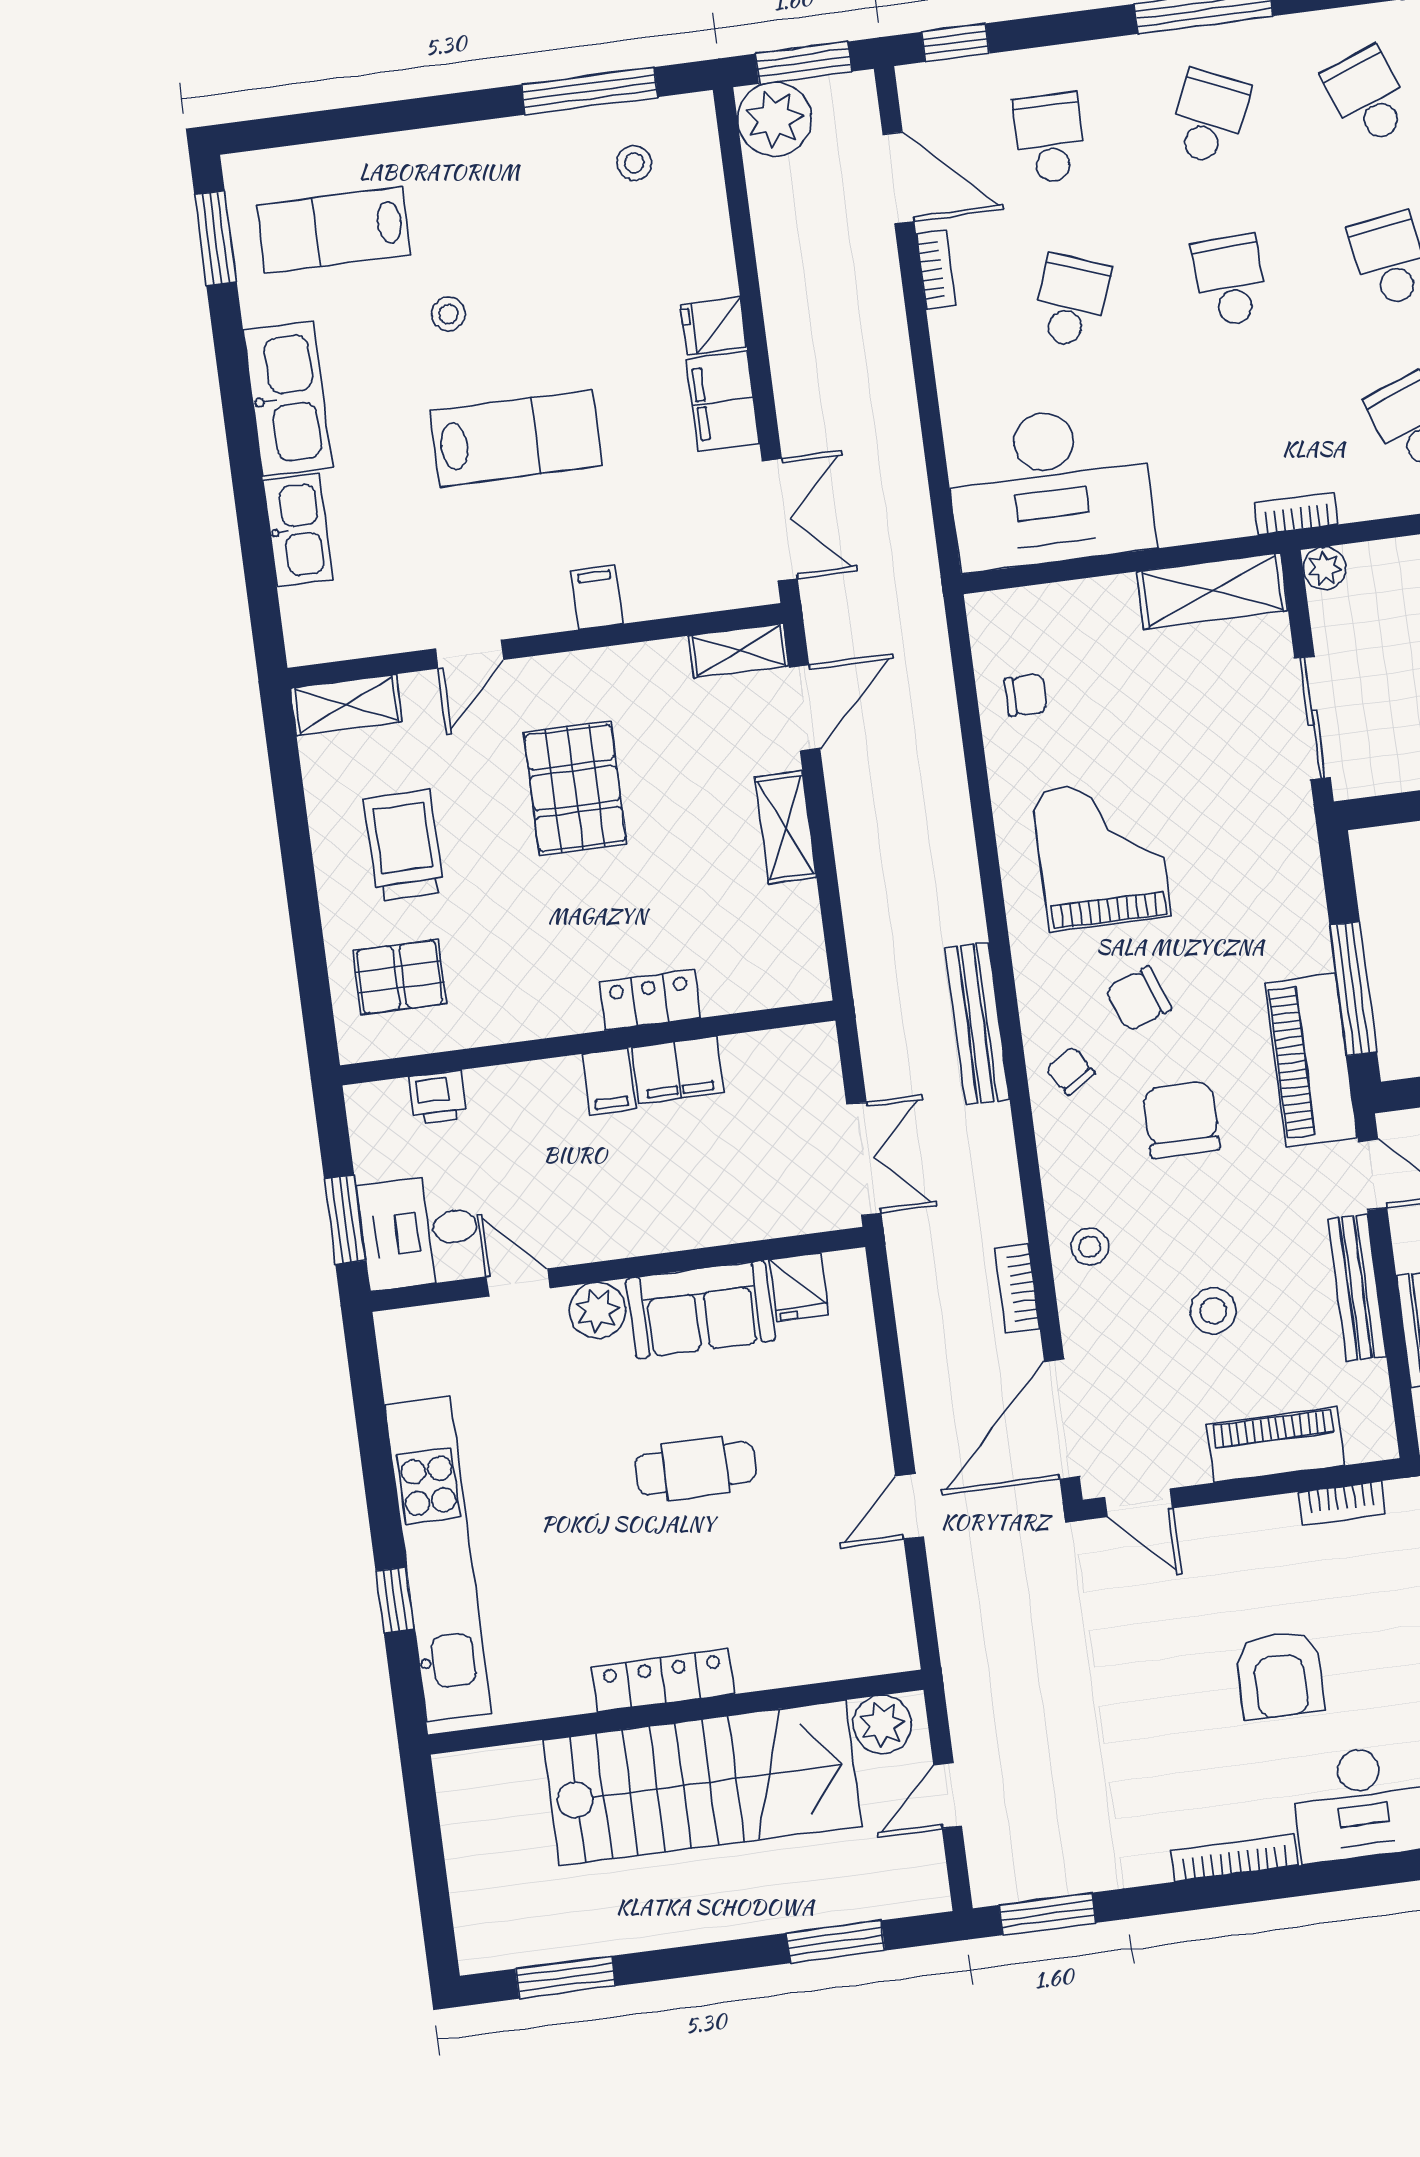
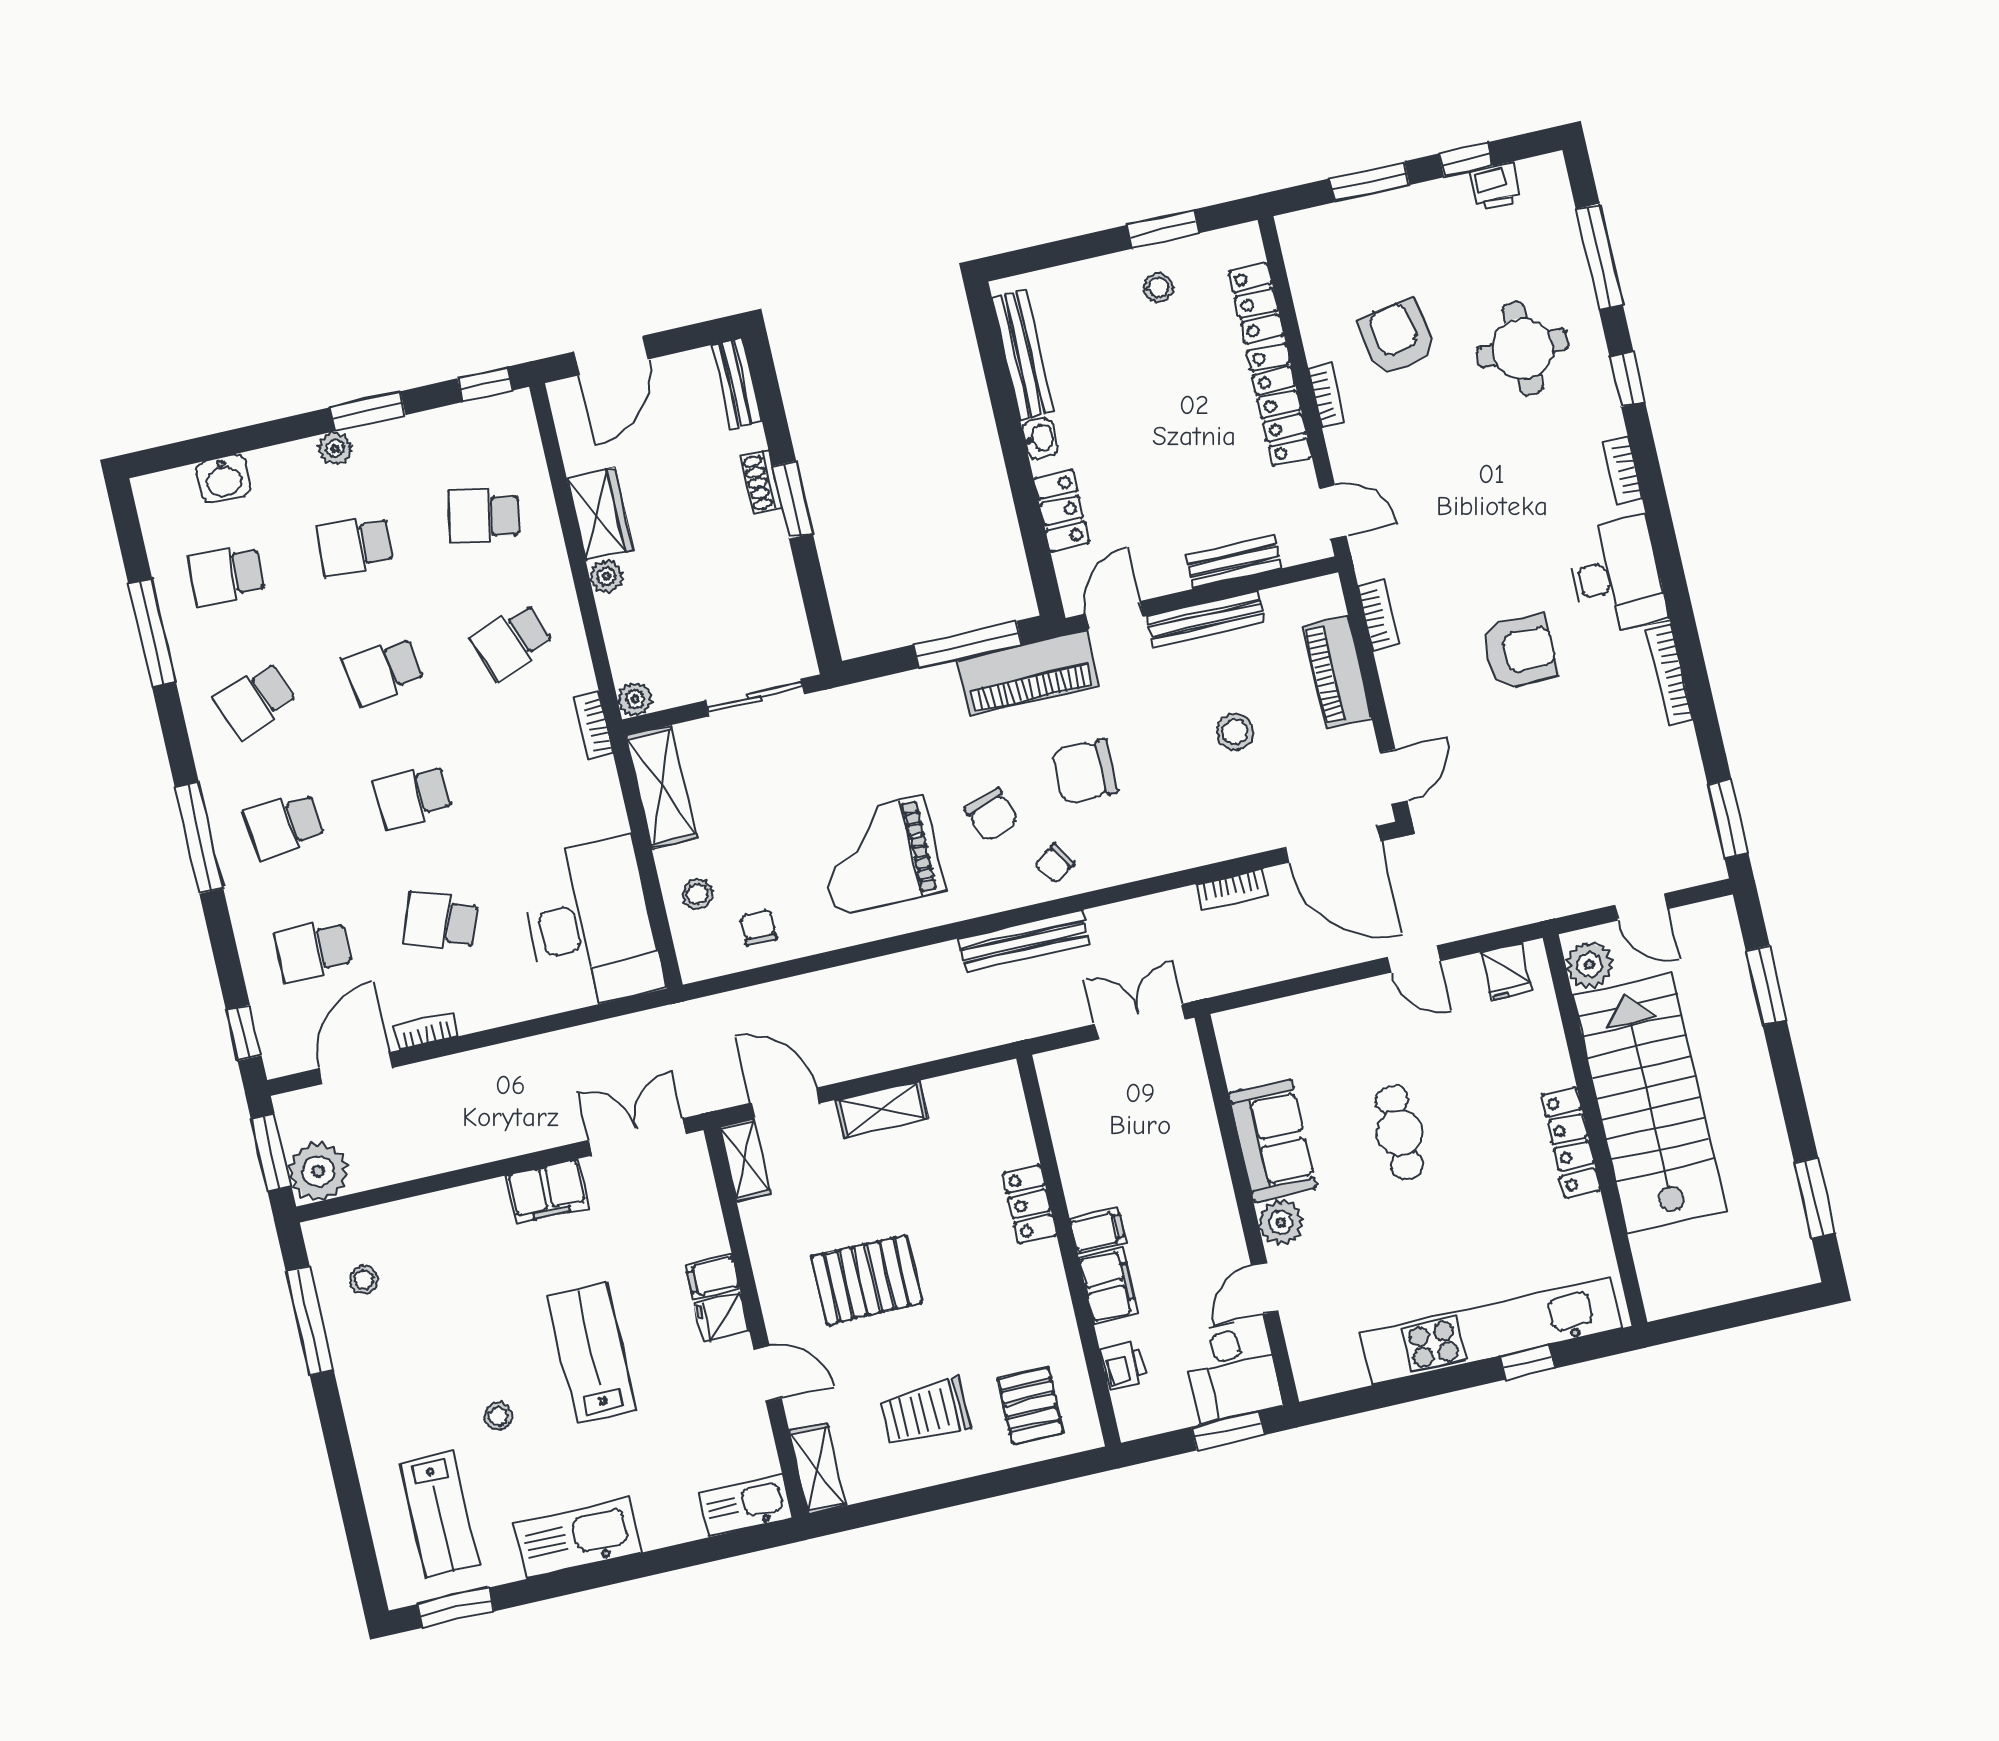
school desk: (1209, 117) -> (284, 825), turned -30
fridge: (714, 326) -> (722, 1317), moved, turned 90
kitchen sink: (298, 530) -> (745, 1506), moved
filing cabinet: (678, 1070) -> (1108, 1286), moved
stool: (1090, 1247) -> (698, 894), moved
fridge: (799, 1287) -> (1506, 972), moved, turned 90

